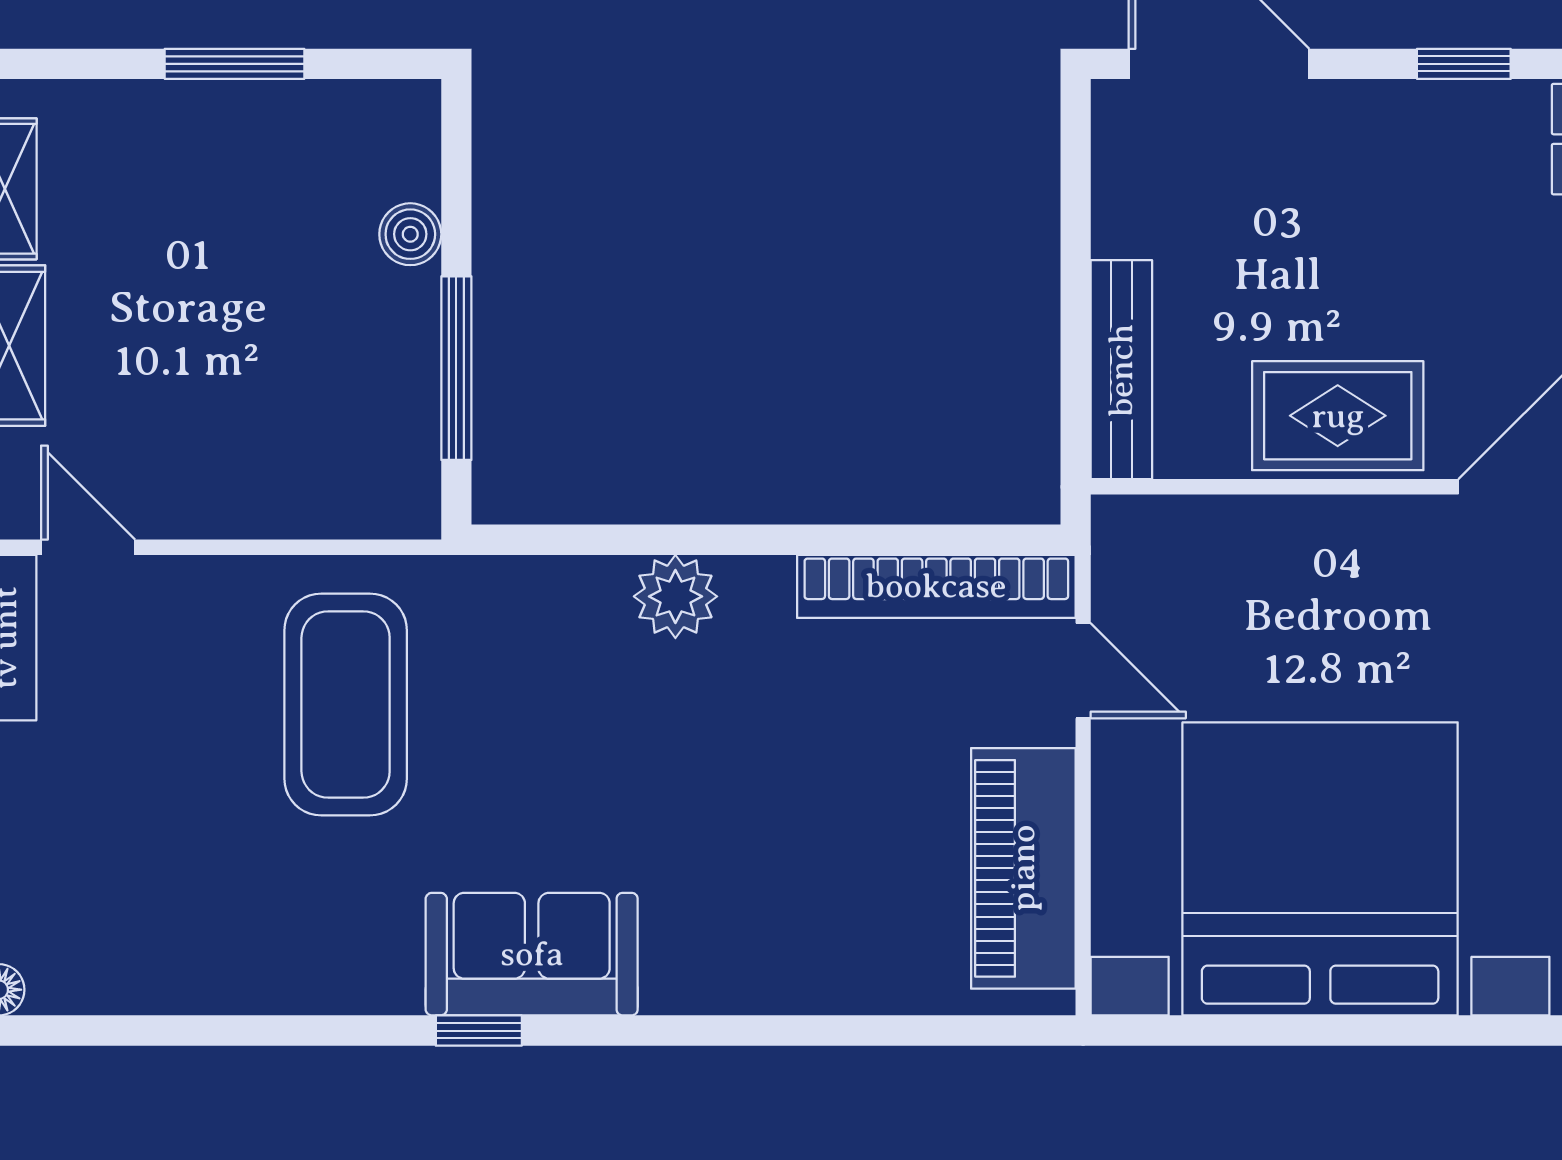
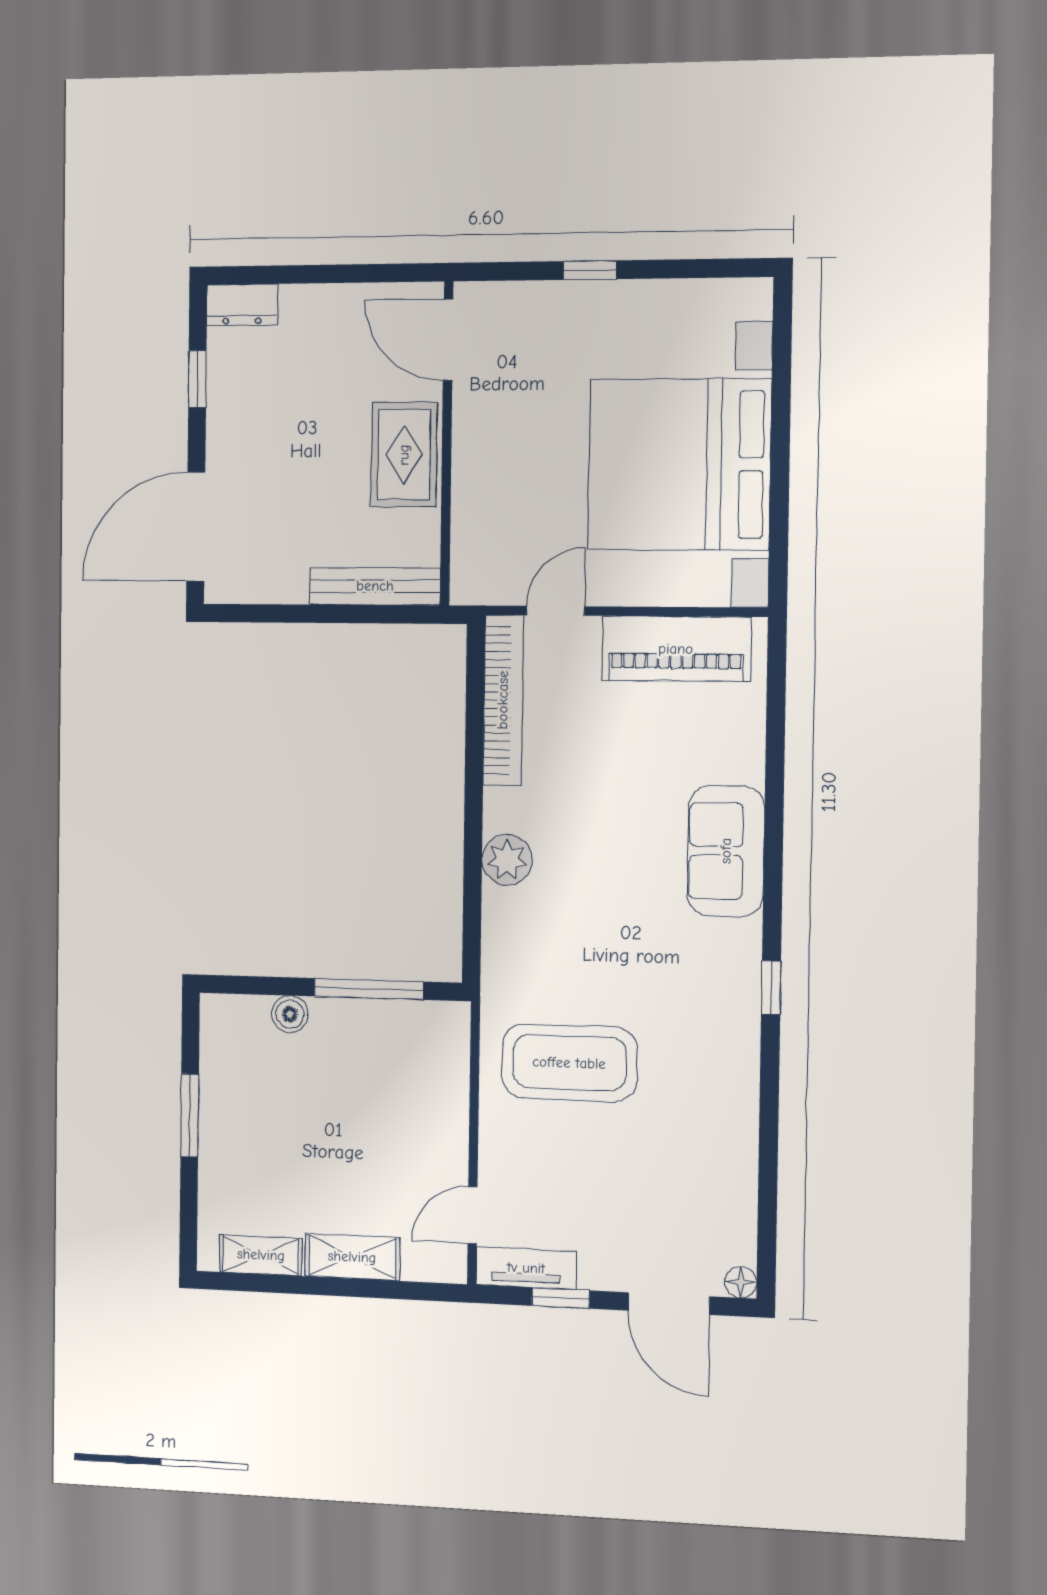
sofa: (532, 954) -> (726, 851), moved

